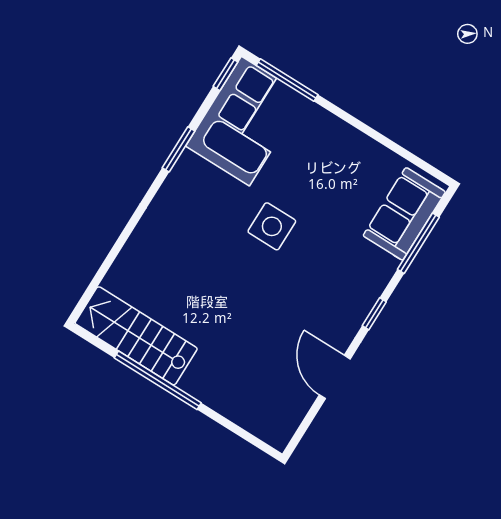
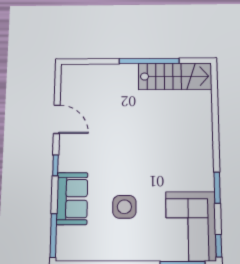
sofa: (404, 214) -> (72, 199), moved
side table: (272, 226) -> (124, 207), moved
window: (418, 243) -> (53, 235), moved

